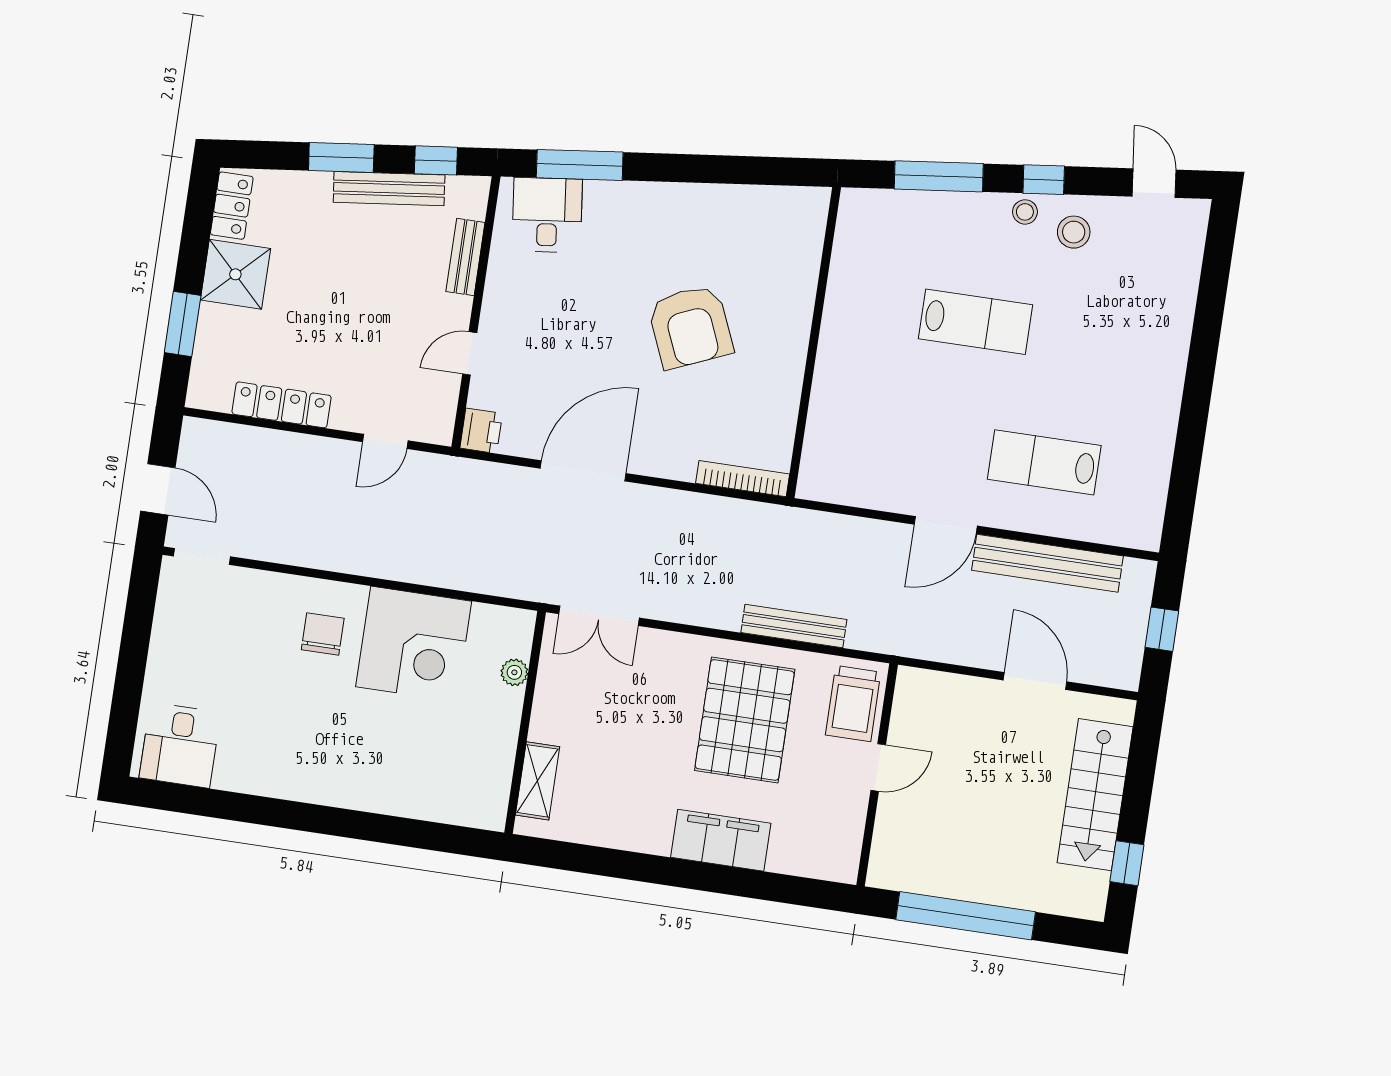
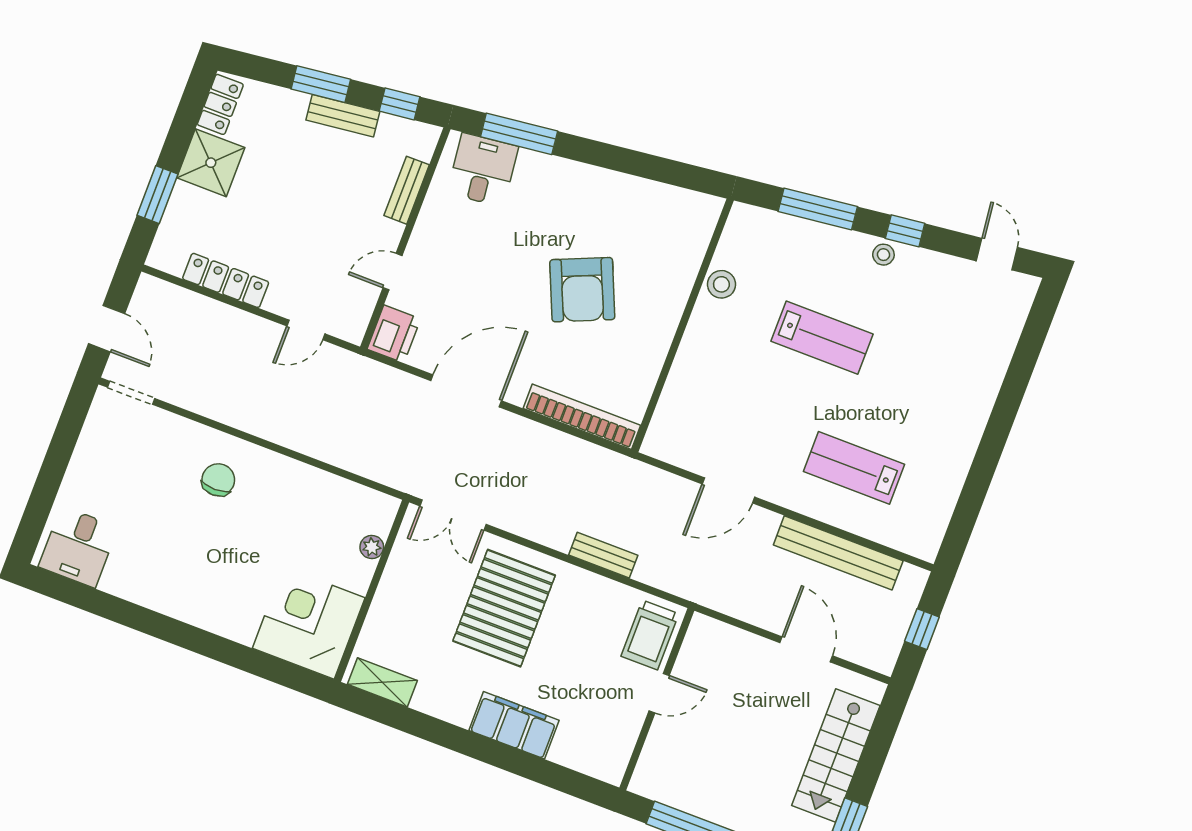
bench: (389, 189) -> (343, 116), width x0.73
stool: (1074, 232) -> (721, 284), moved
printer: (481, 431) -> (394, 334), width x1.36, depth x1.24
bookcase: (743, 479) -> (582, 417), width x1.48, depth x1.31
door: (946, 525) -> (728, 490), moved
bench: (794, 626) -> (603, 555), width x0.73
corner desk: (414, 644) -> (309, 623), moved, turned 180
pallet: (745, 720) -> (504, 608), moved
shelving: (537, 781) -> (382, 682), moved, turned 90

